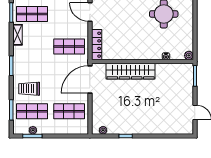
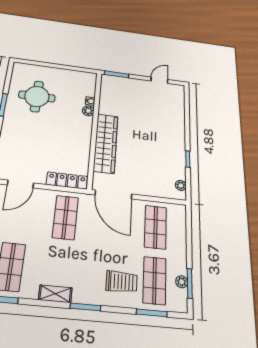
shelving: (18, 35) -> (55, 294), moved
plant: (189, 55) -> (88, 111), moved
trolley: (29, 89) -> (122, 282), turned -90

